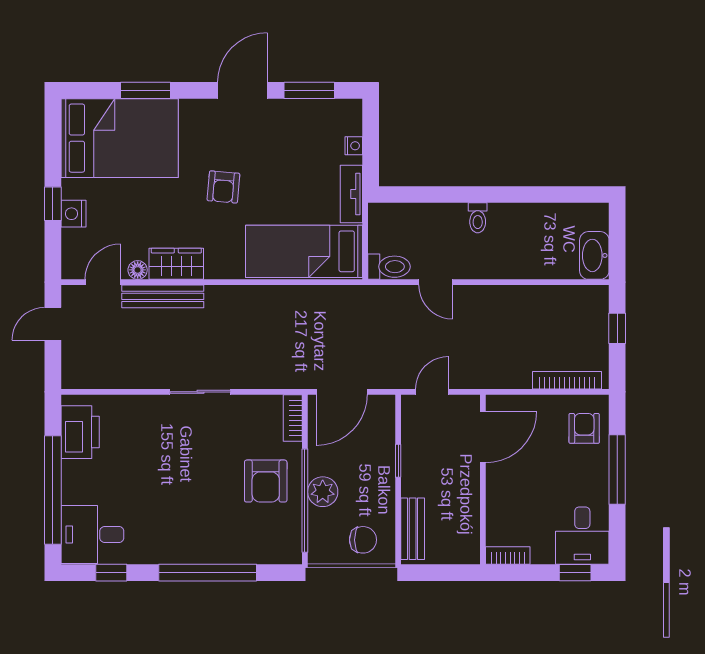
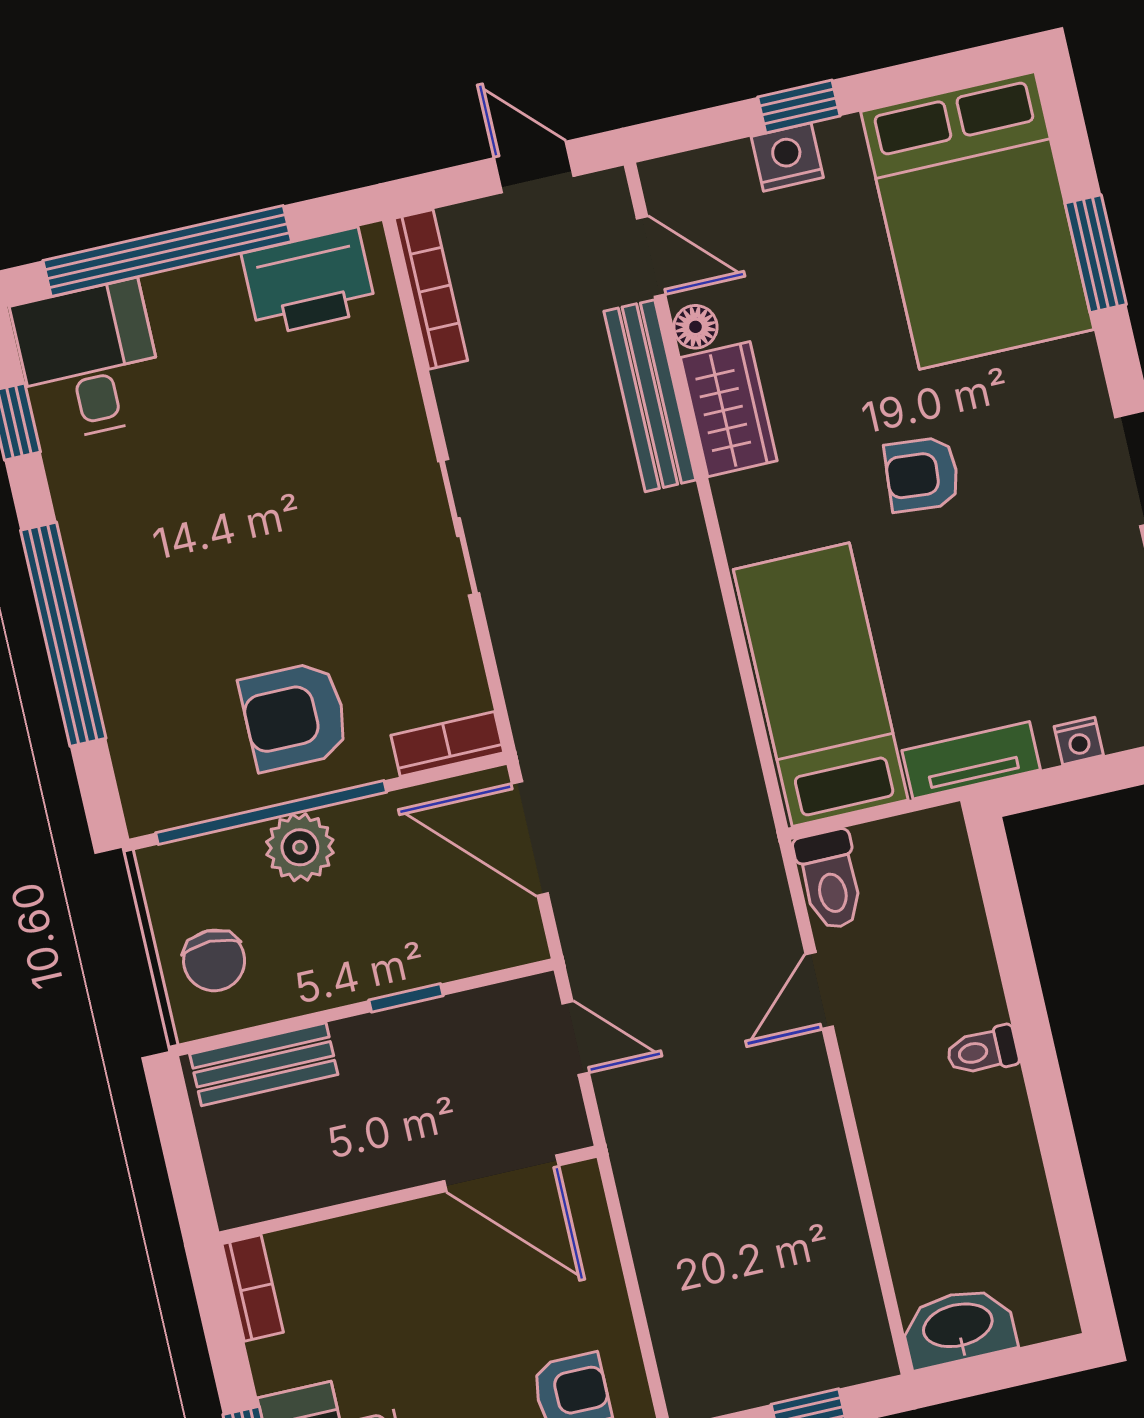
bookcase: (567, 380) -> (431, 289), moved

